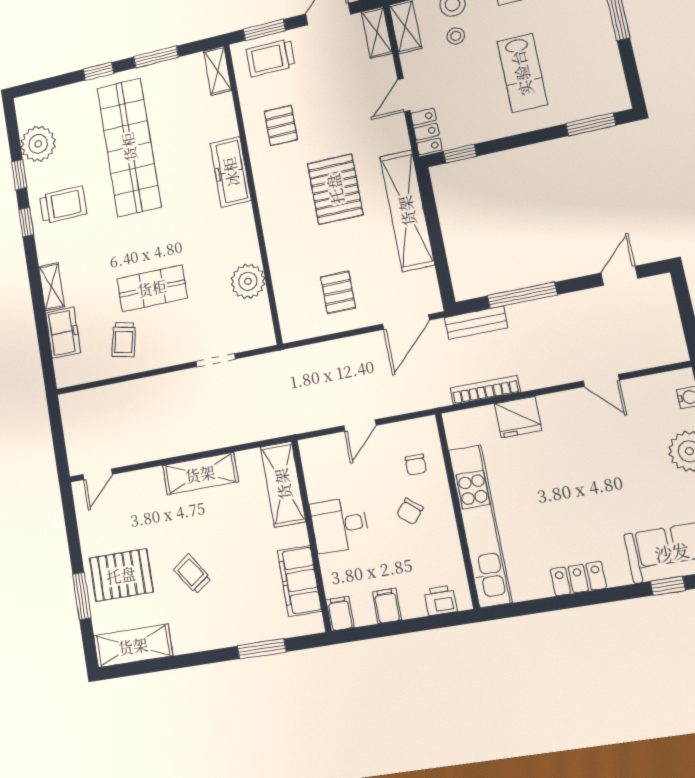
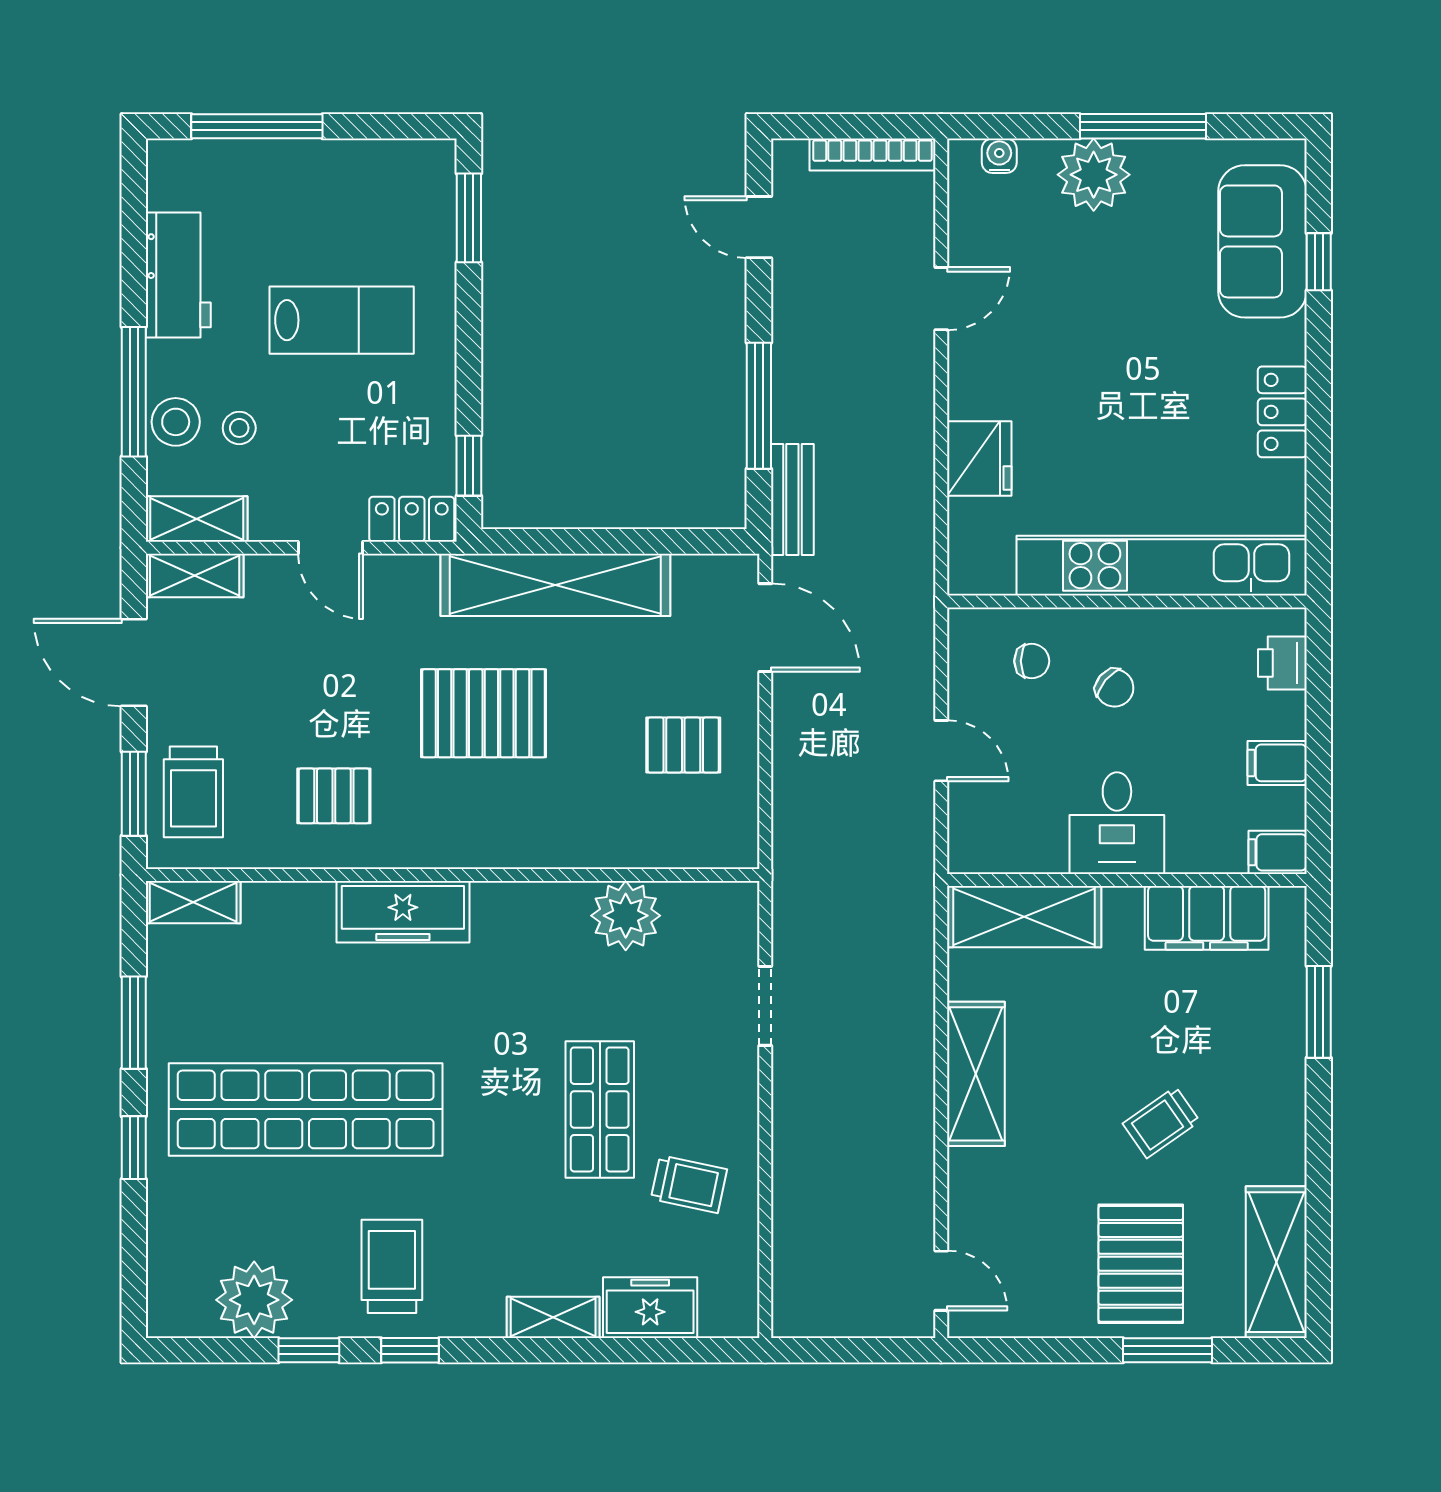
bookcase: (485, 390) -> (872, 155), moved, turned -90

